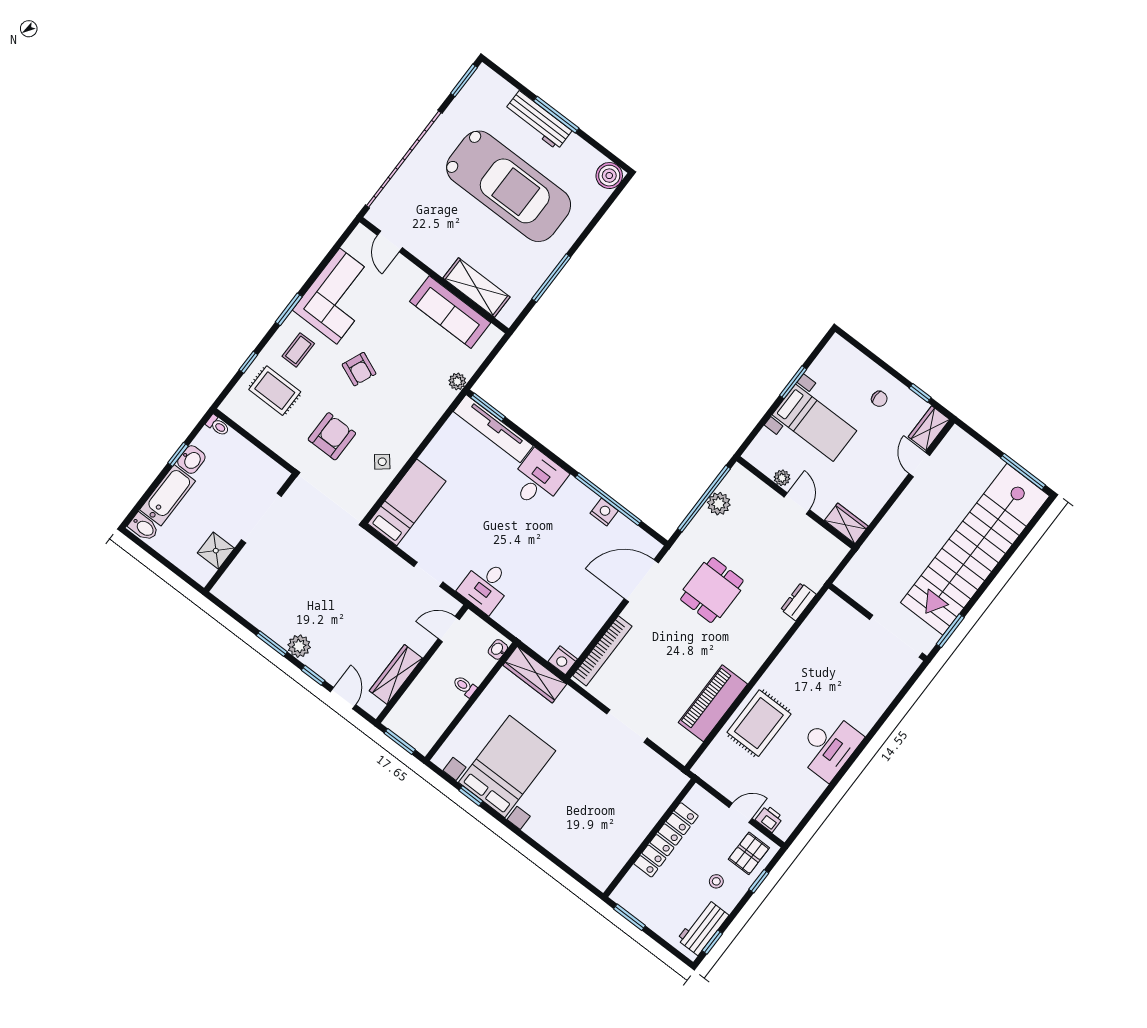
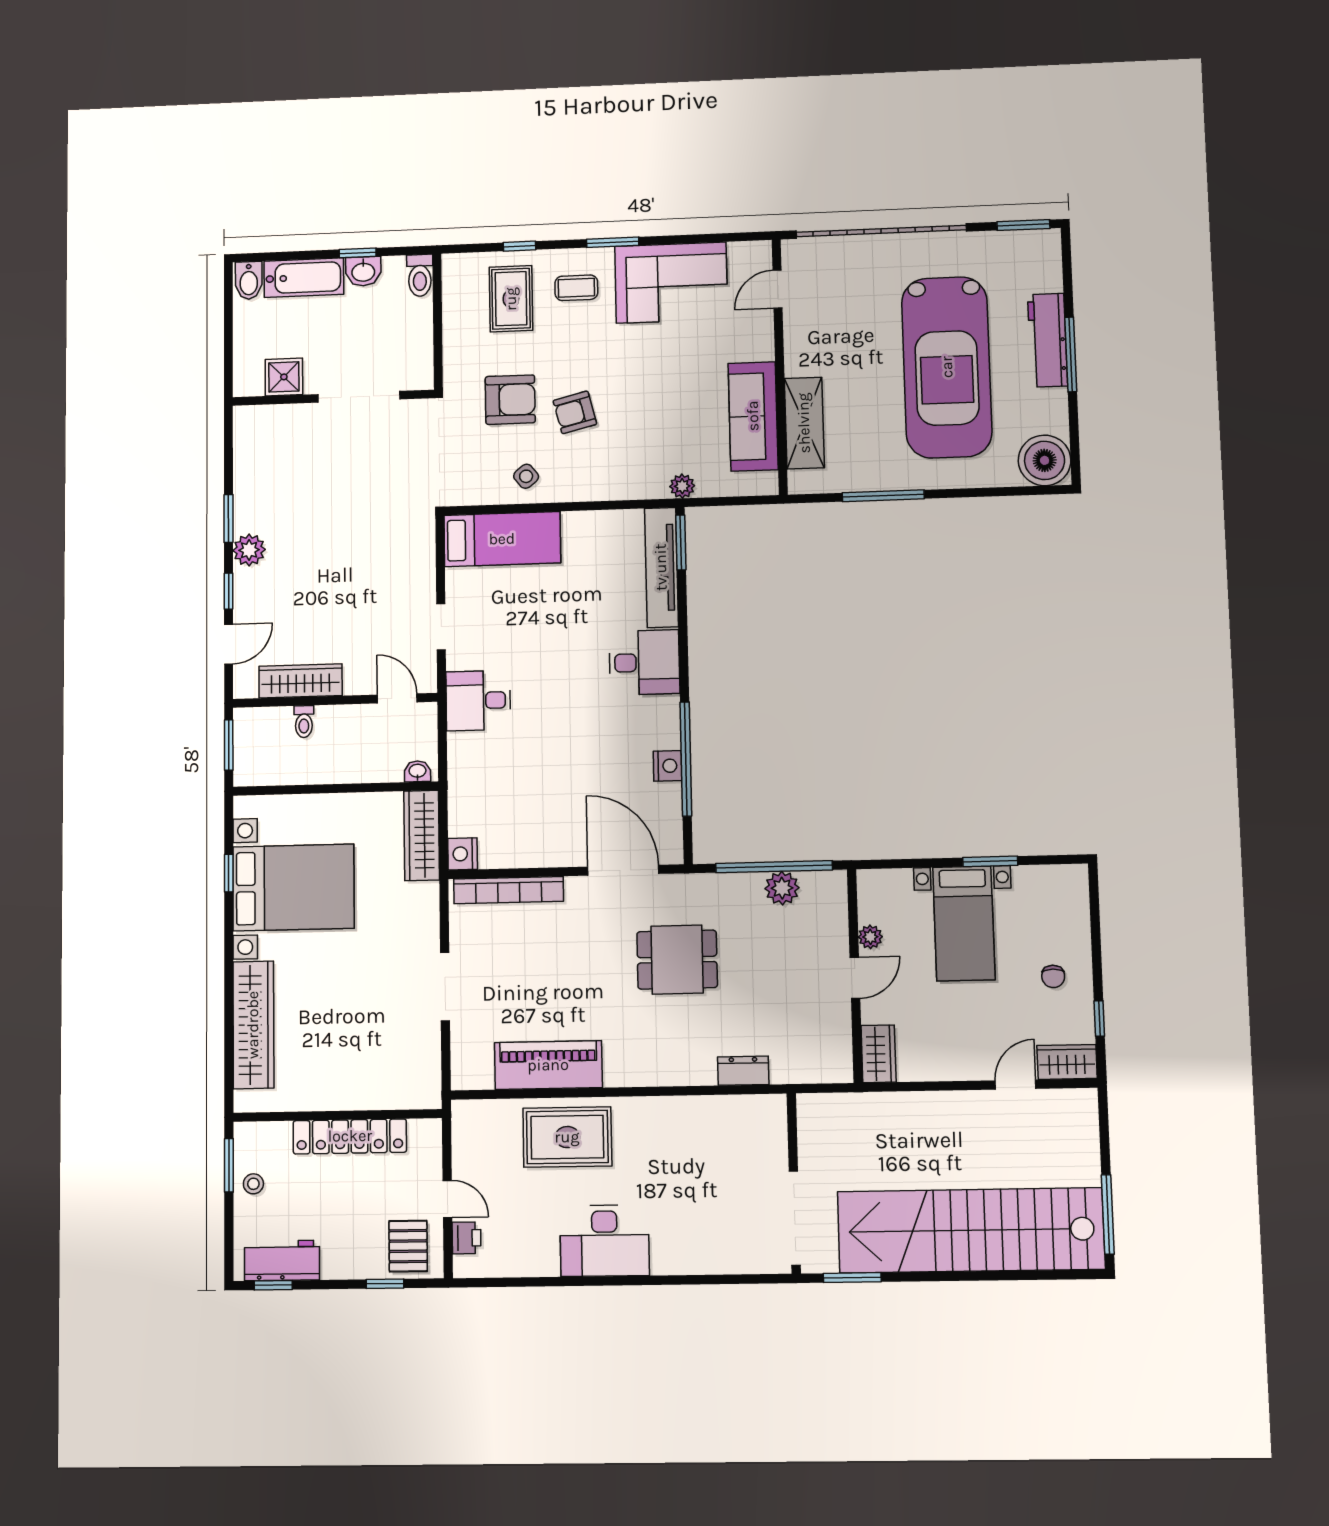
boiler: (609, 176) -> (1045, 460), width x1.37, depth x1.37
armchair: (359, 369) -> (575, 412), moved, turned 53
toilet: (218, 426) -> (420, 275), width x1.37, depth x1.39
toilet: (465, 686) -> (304, 722), moved, turned 180
wardrobe: (564, 846) -> (253, 1025), added
pallet: (749, 853) -> (408, 1246), turned 90
stool: (716, 881) -> (253, 1184), moved

